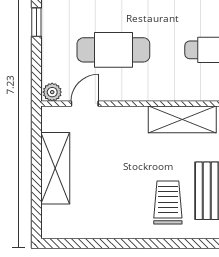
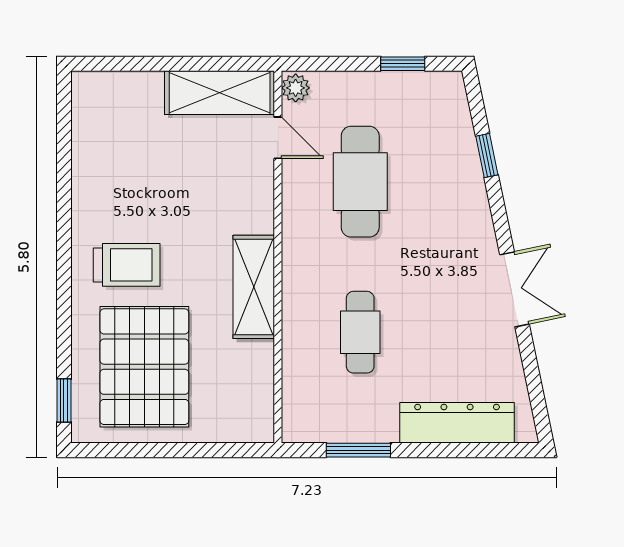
shelving: (55, 168) -> (220, 93), moved

